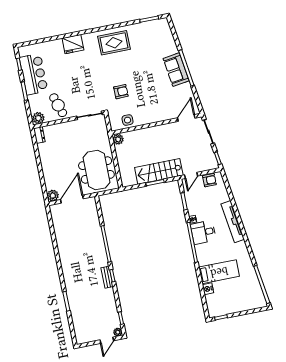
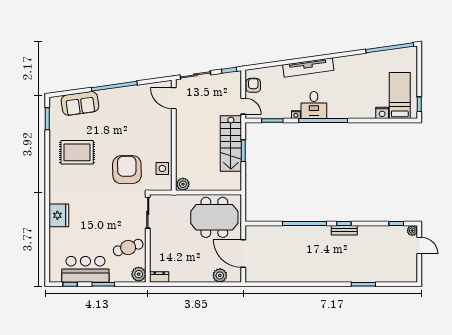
rug: (114, 43) -> (77, 152), moved, turned 90
sofa: (176, 70) -> (80, 103), moved
armchair: (121, 92) -> (127, 170), width x1.88, depth x1.88
plant: (53, 196) -> (220, 275), moved
bed: (219, 272) -> (400, 96), moved

